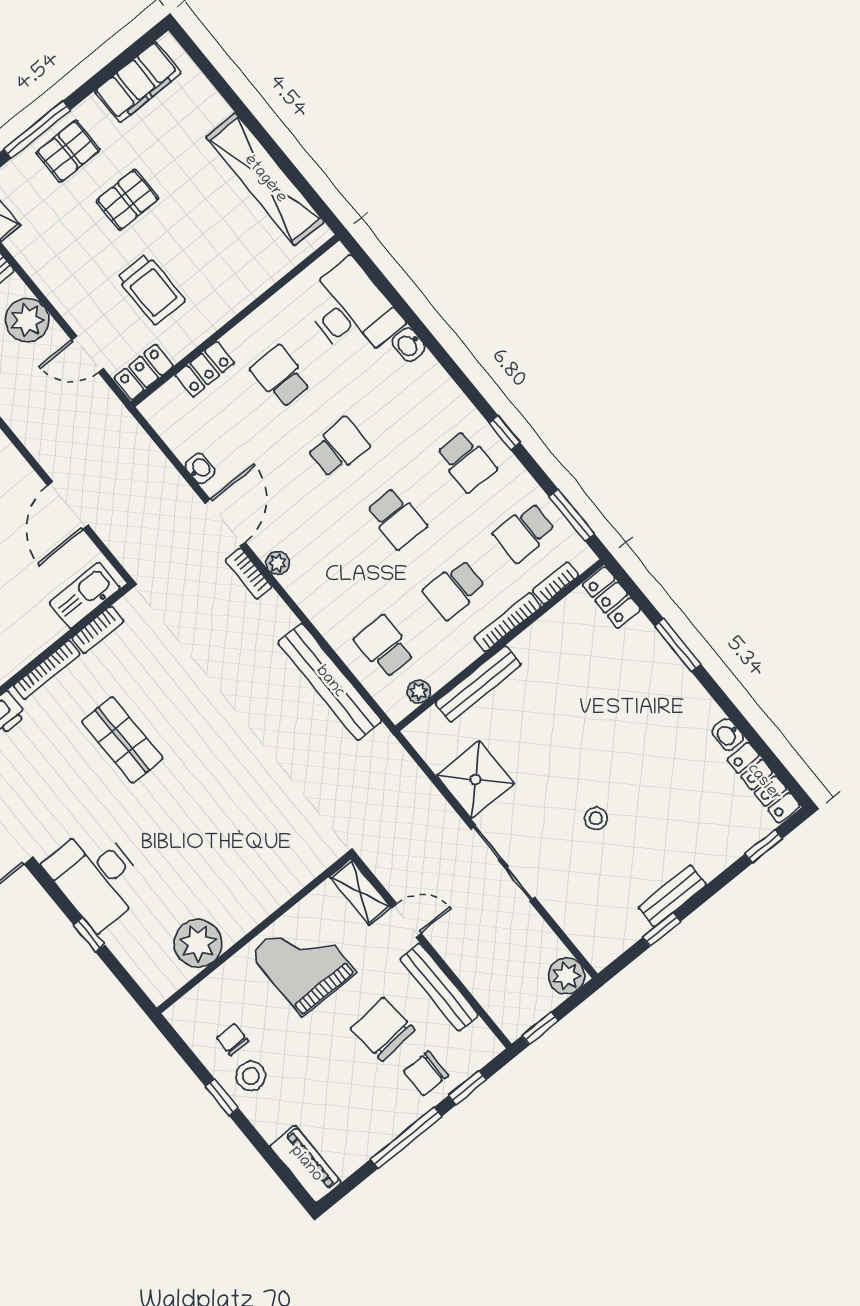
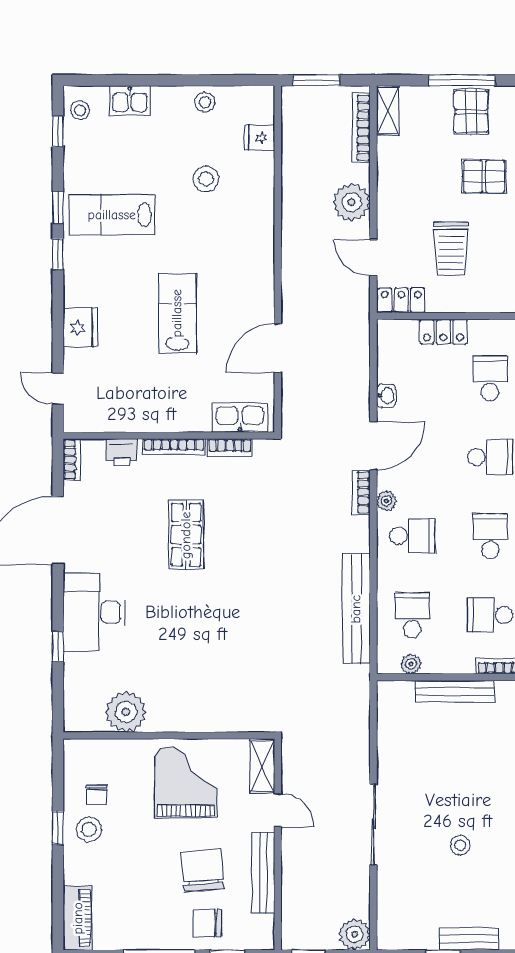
pallet: (68, 151) -> (471, 112), turned 90
school desk: (396, 518) -> (490, 536), turned 180
school desk: (326, 575) -> (412, 536), added
shower: (475, 779) -> (401, 754), removed
chair: (232, 1039) -> (97, 795), turned 180

